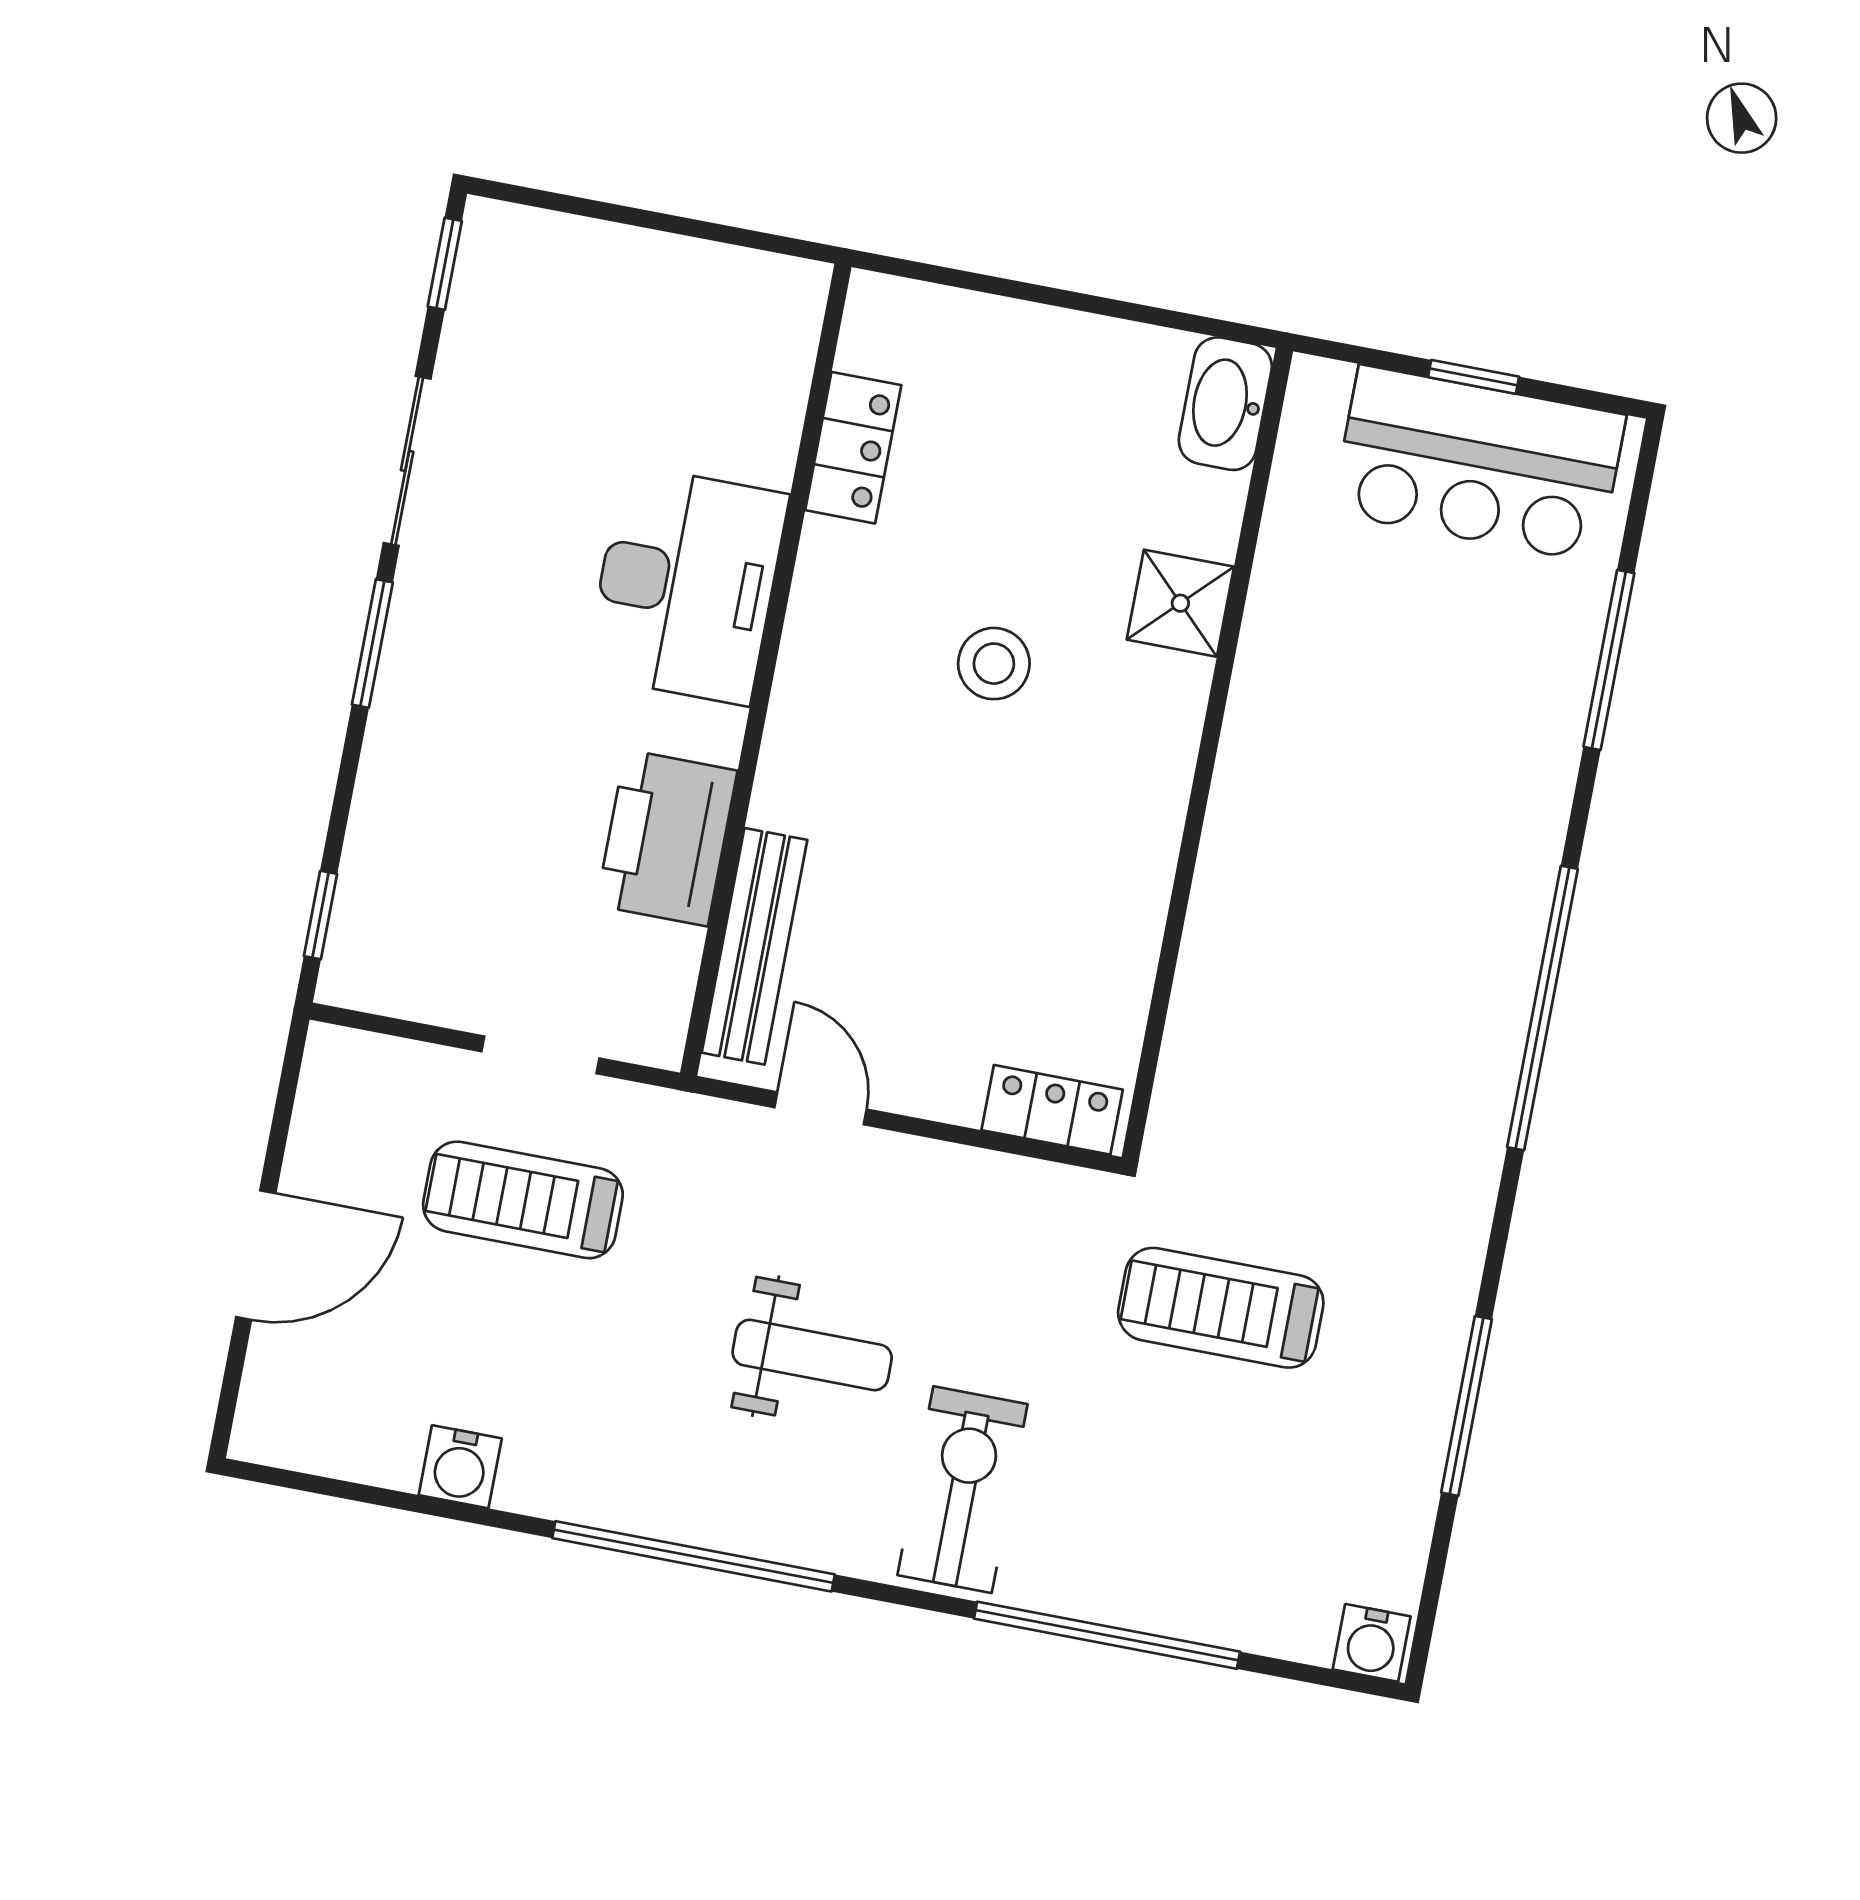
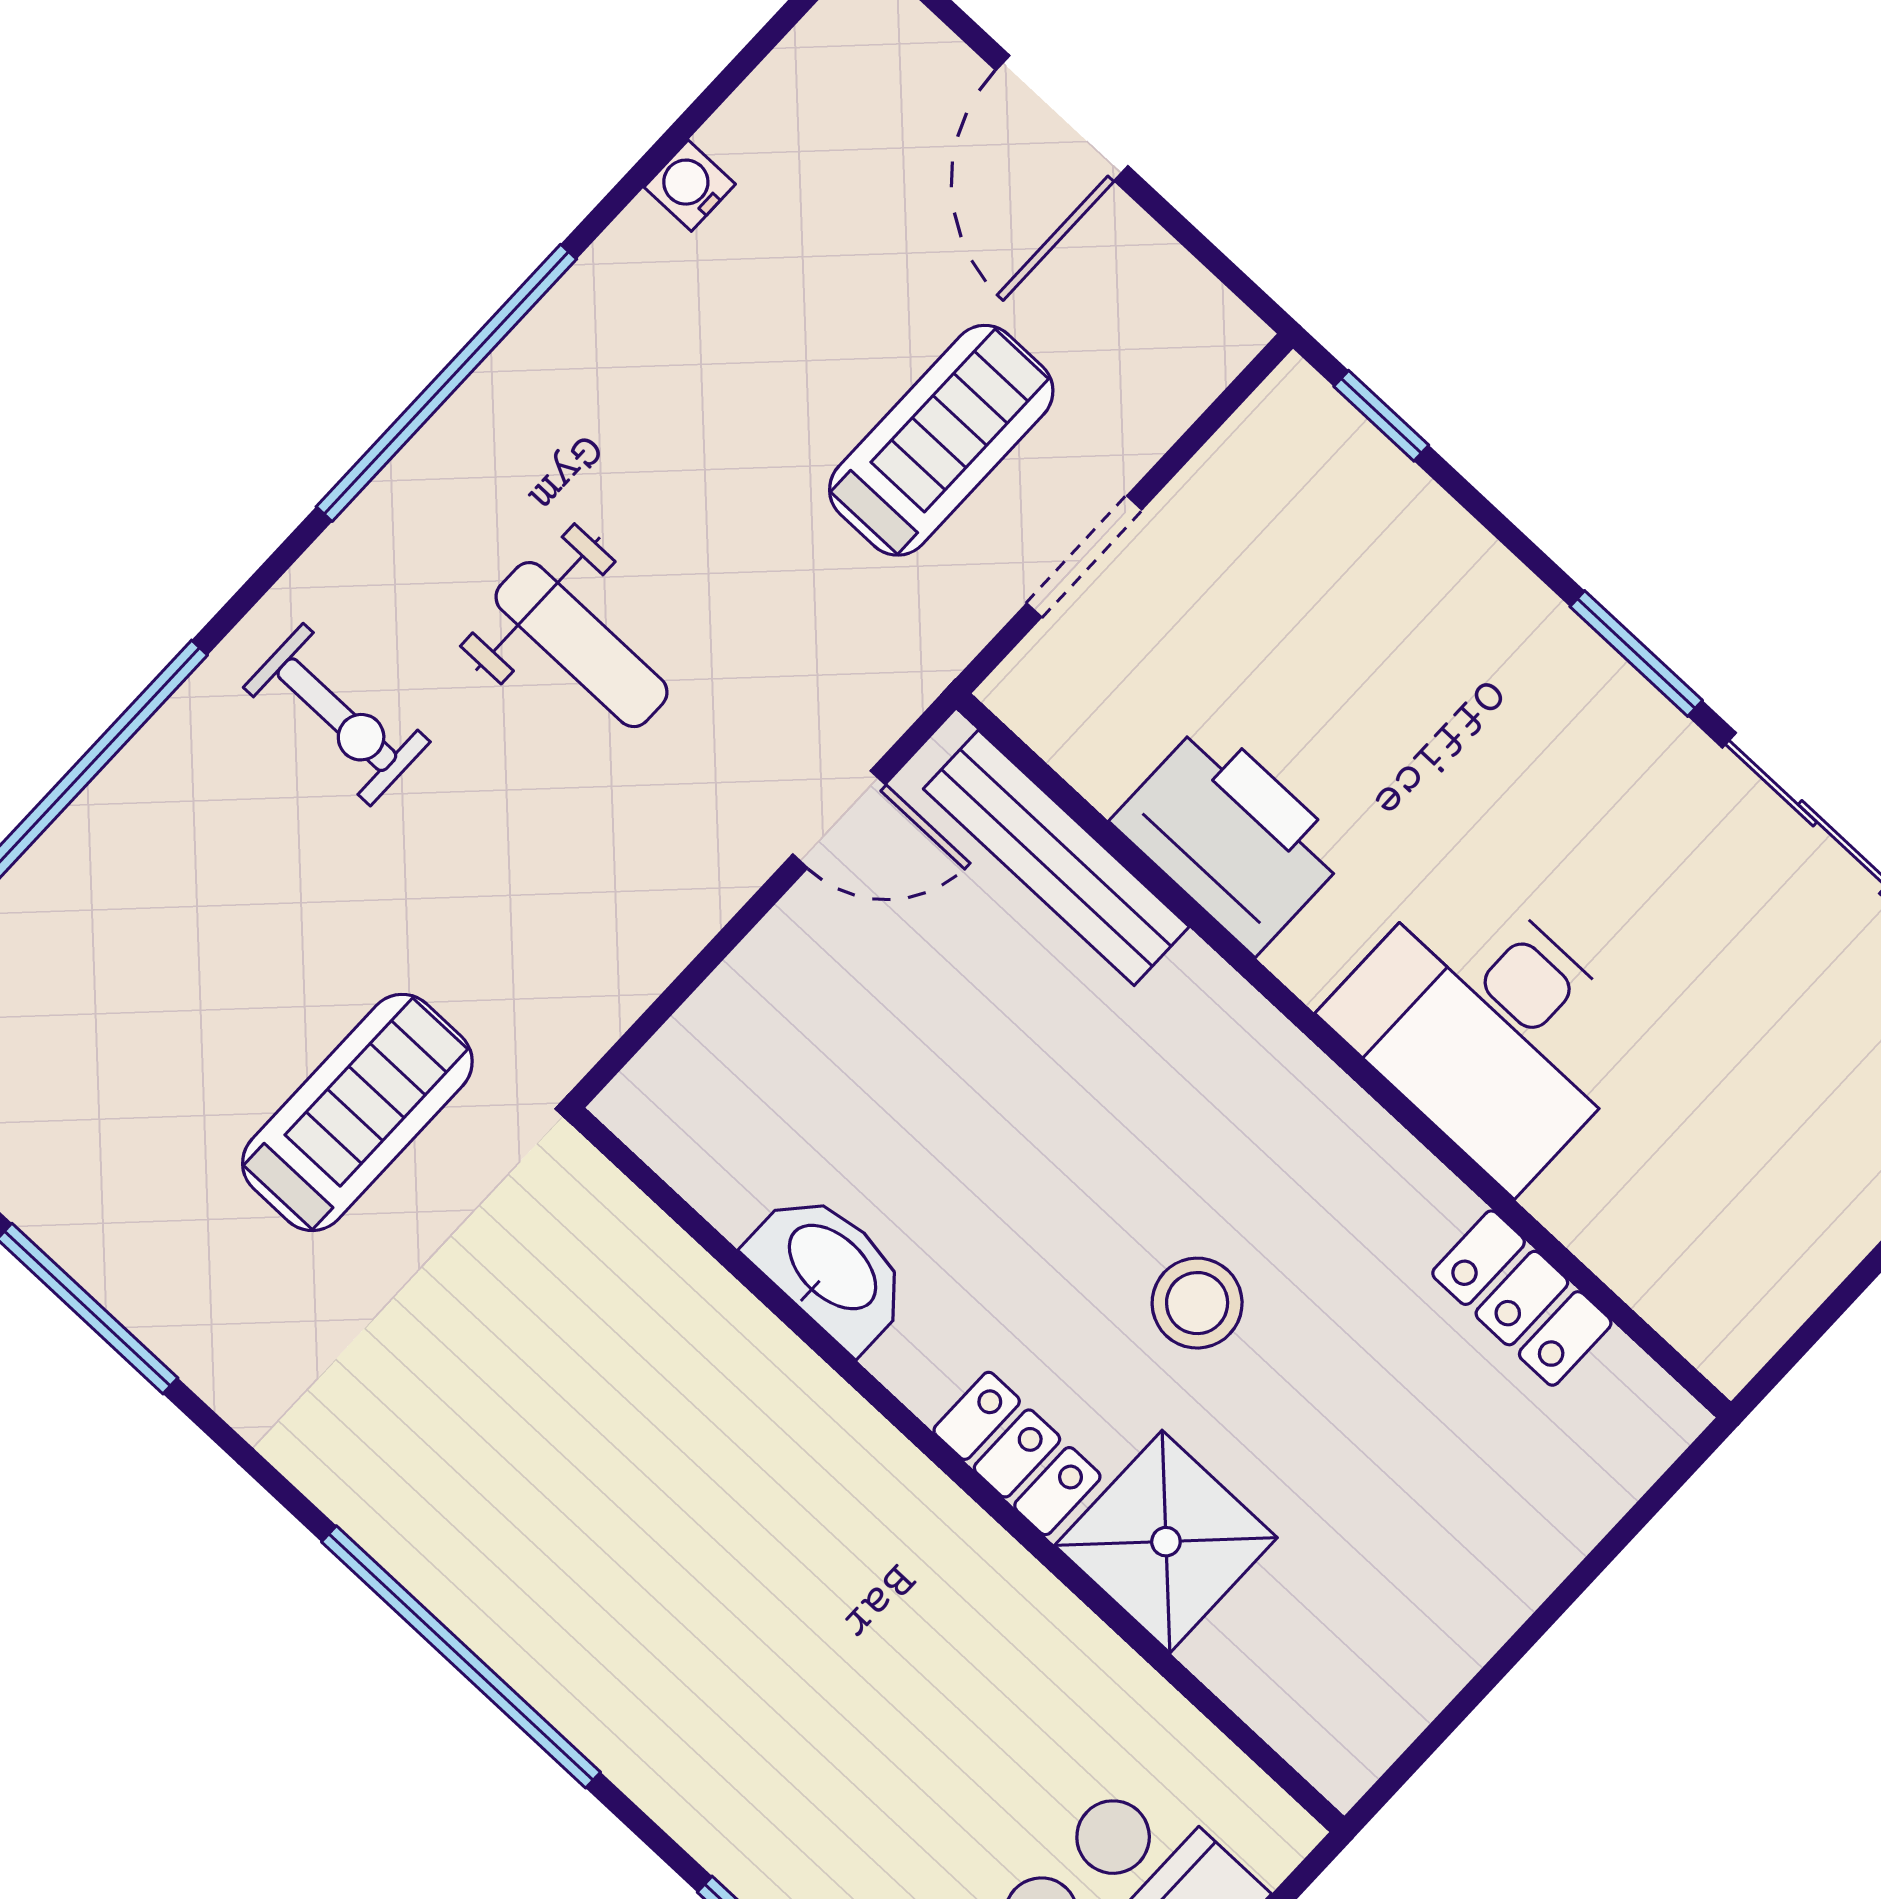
washbasin: (1225, 404) -> (831, 1269), moved
shower: (1180, 603) -> (1166, 1542), width x1.36, depth x1.36
locker: (1052, 1110) -> (1017, 1453), moved, turned -90
weight bench: (812, 1355) -> (581, 645), turned -90
water cooler: (460, 1467) -> (690, 186), width x0.72, depth x0.72
exercise bike: (963, 1490) -> (337, 715), width x0.73, depth x0.72

